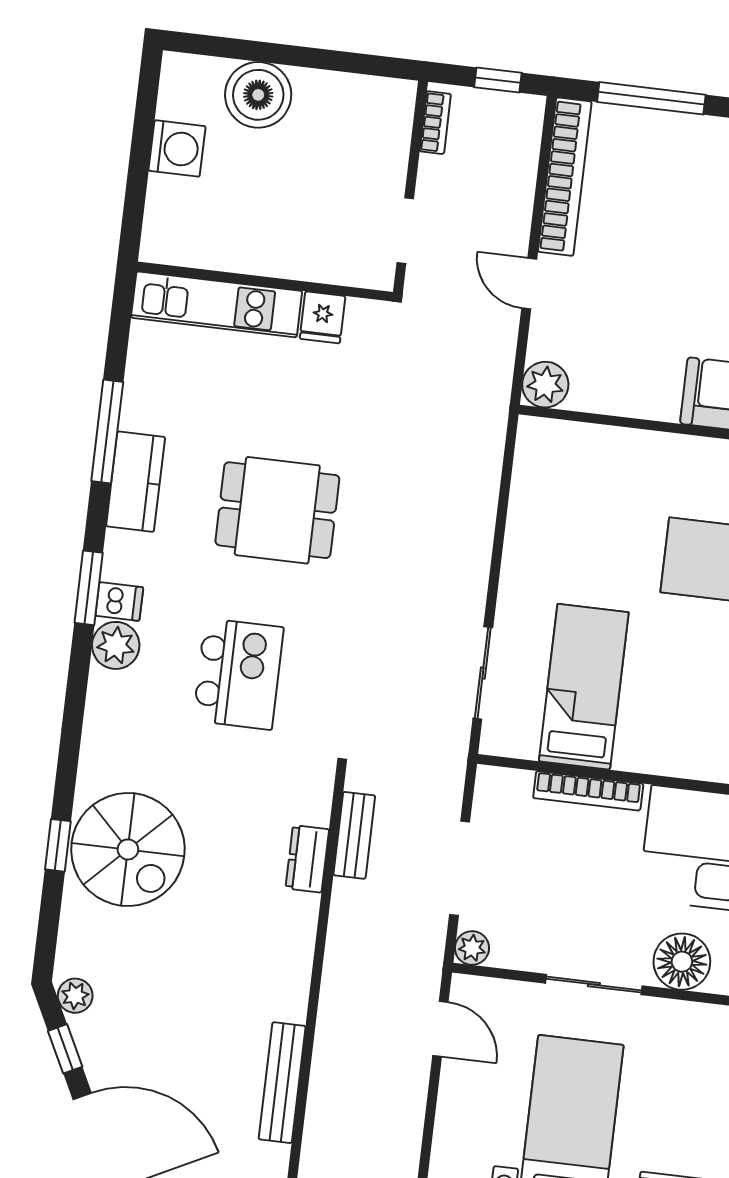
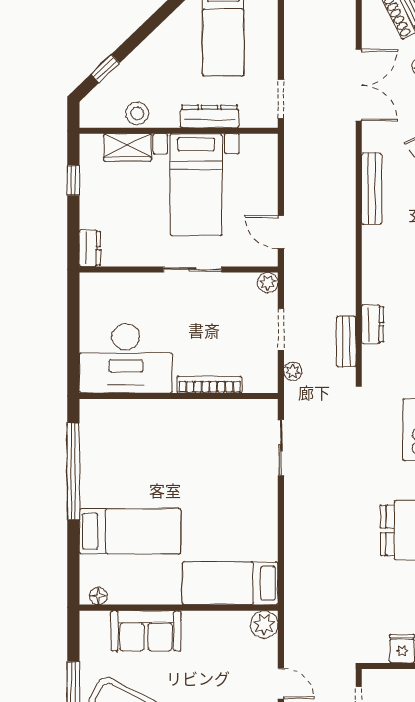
bed: (584, 687) -> (230, 583), moved, turned 90
plant: (448, 797) -> (293, 371), added
doorway: (460, 868) -> (281, 329), width x0.73
floor lamp: (682, 962) -> (141, 289), removed

